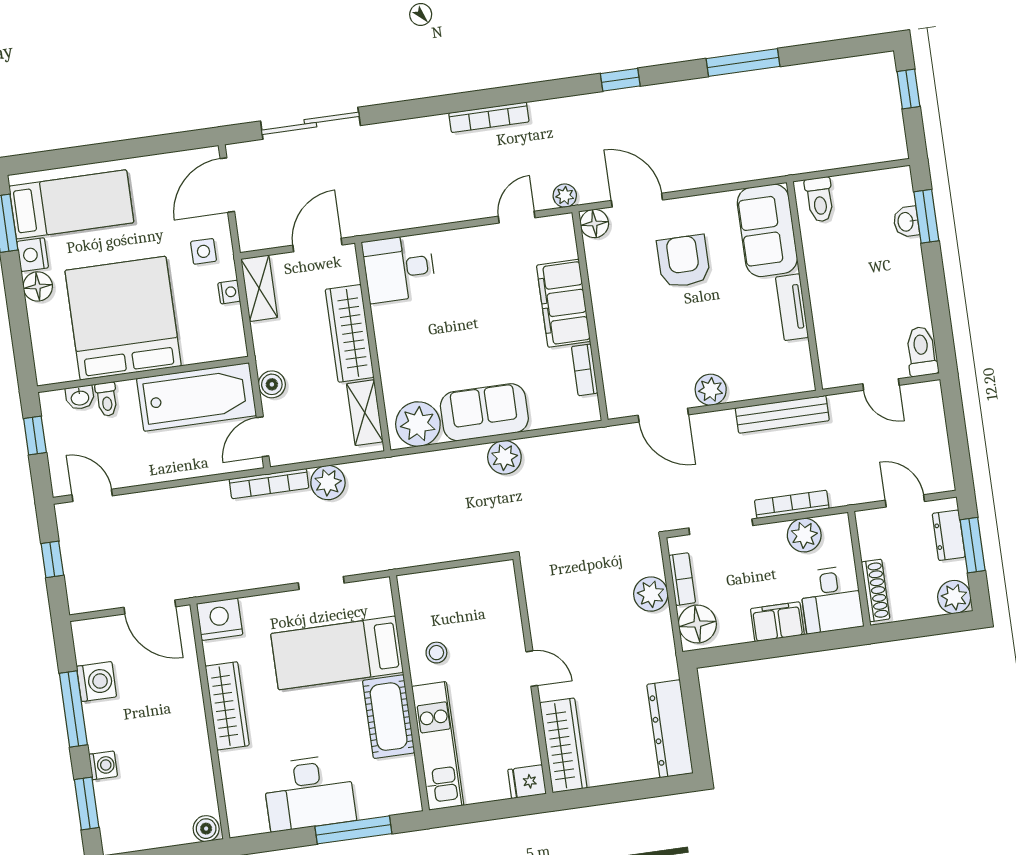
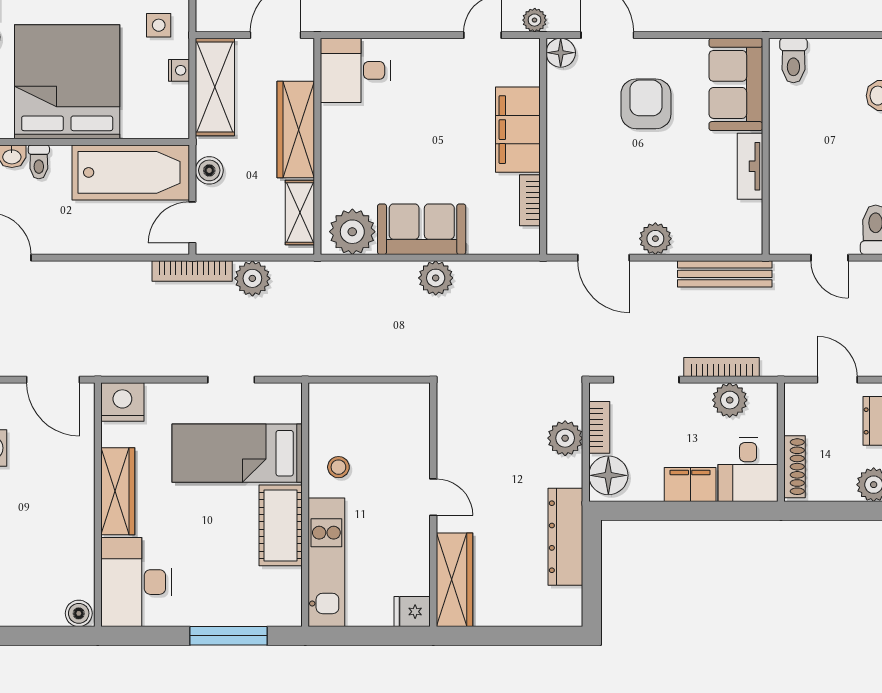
shelving: (259, 288) -> (215, 87), width x1.50, depth x1.33
dresser: (670, 729) -> (565, 537), moved
desk: (309, 793) -> (136, 582), moved, turned 90

